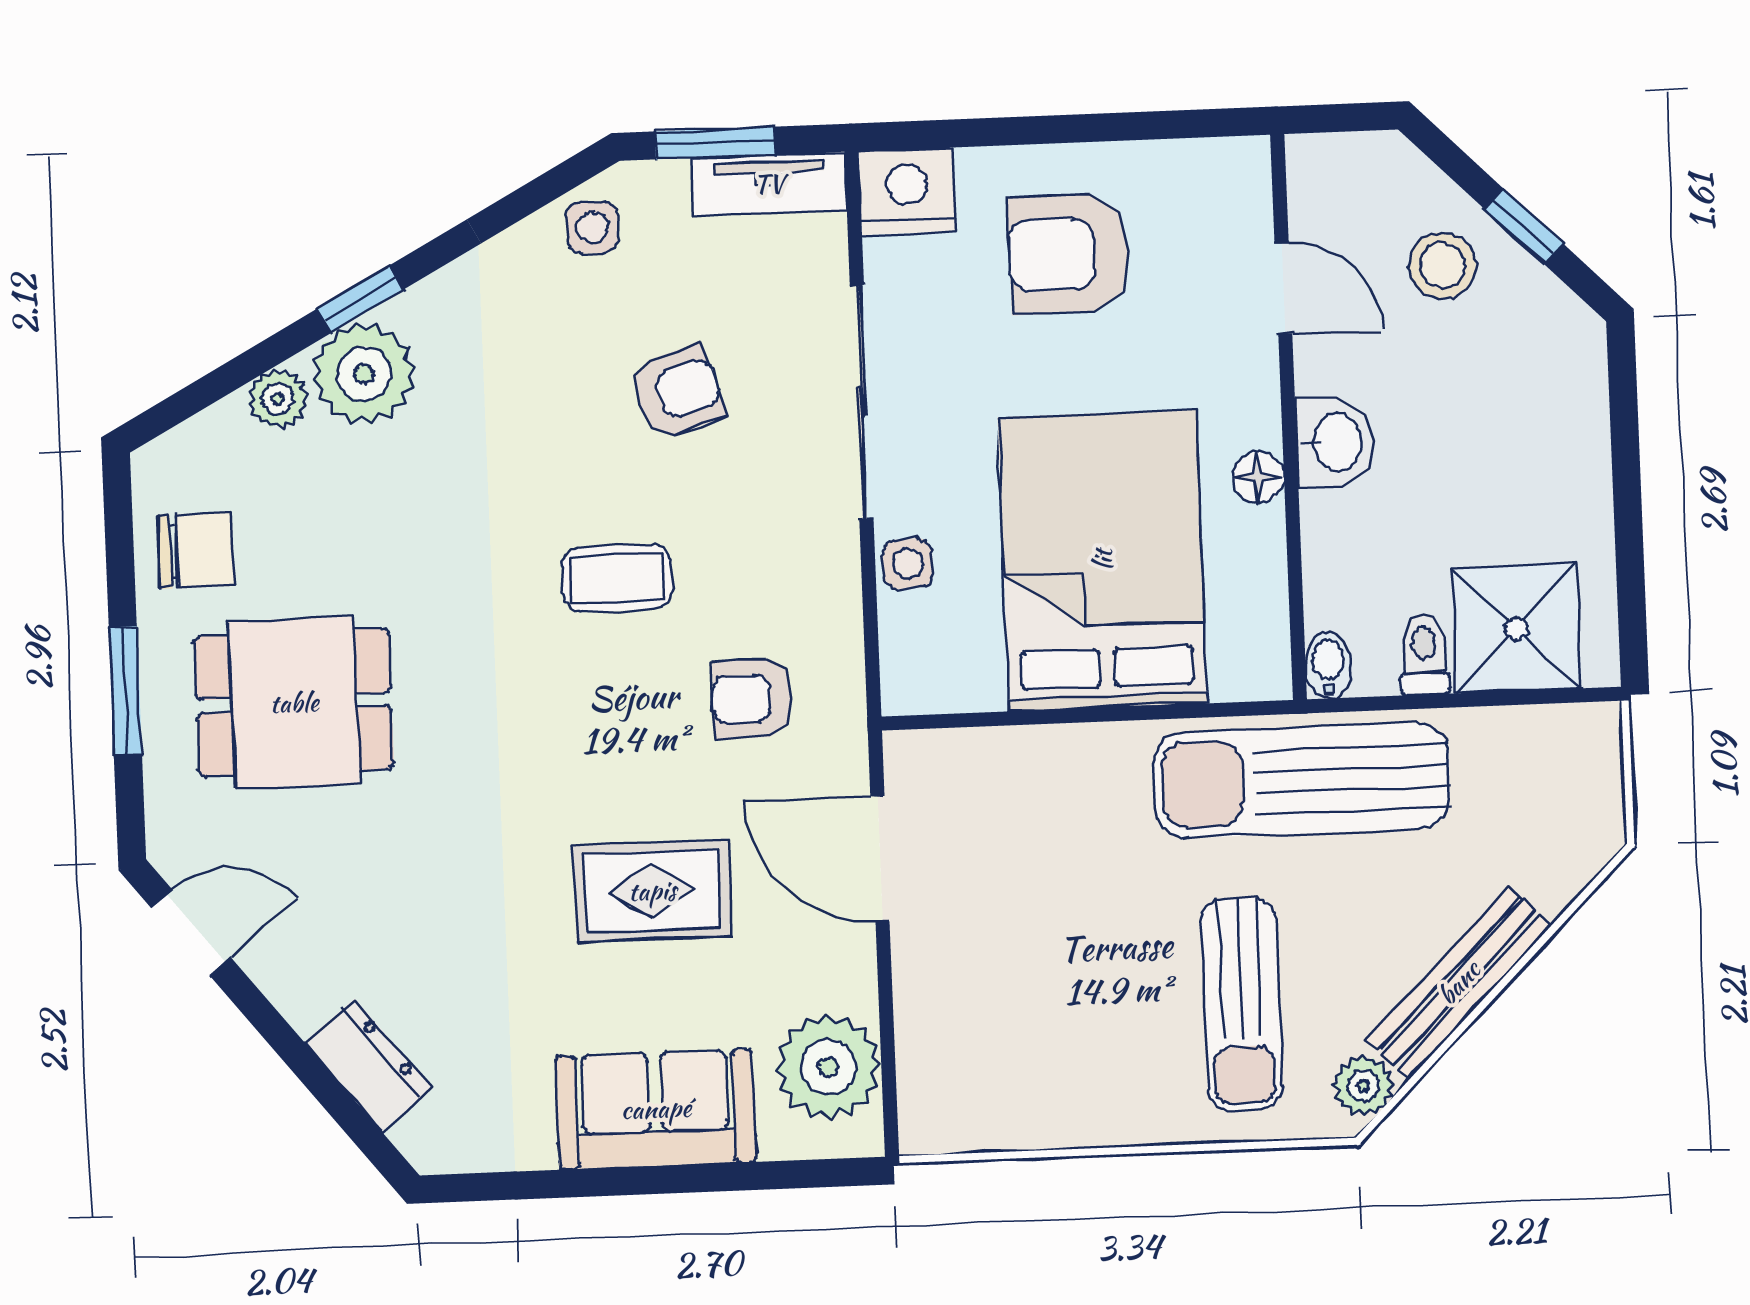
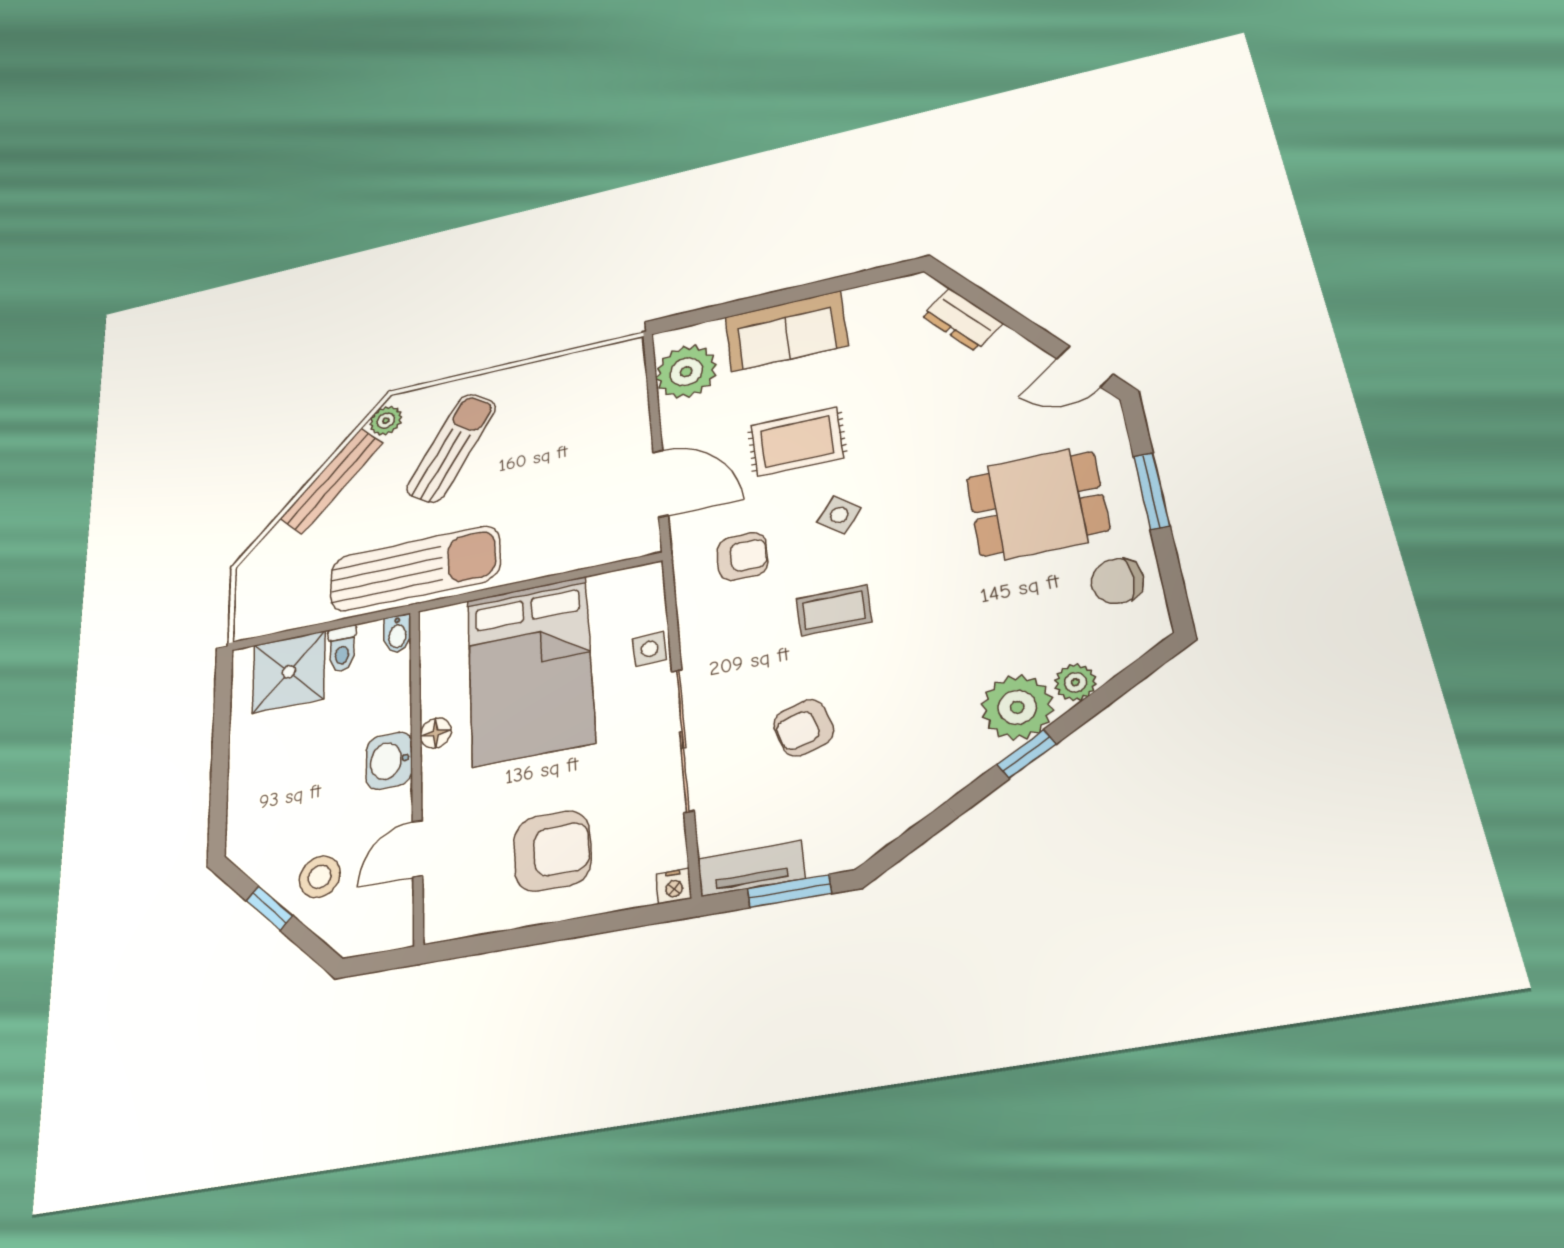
nightstand: (907, 191) -> (674, 886), width x0.53, depth x0.56
side table: (593, 228) -> (839, 515), moved, turned 38
door: (1283, 288) -> (417, 849), hinge flipped
sun lounger: (1242, 1004) -> (451, 448), turned 33

